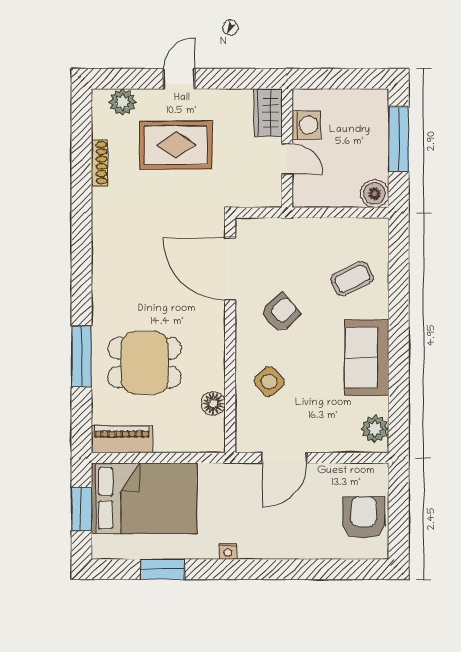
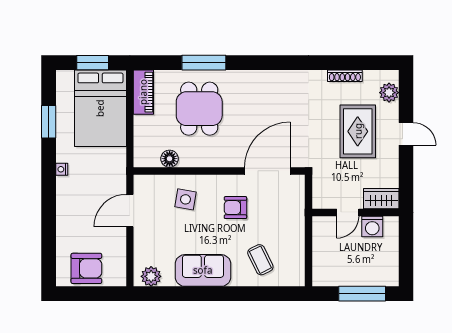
boiler: (375, 194) -> (322, 276), removed
armchair: (280, 313) -> (235, 208), turned 132
side table: (269, 381) -> (185, 199), turned -38
door: (285, 458) -> (130, 211), hinge flipped

